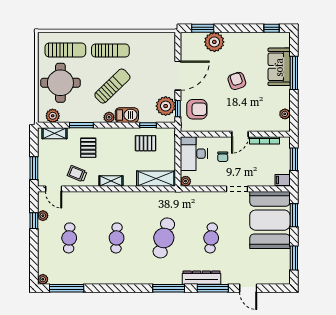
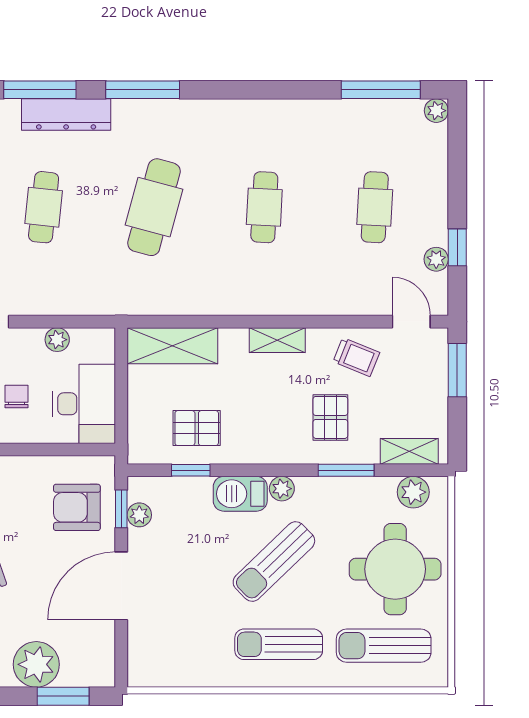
plant: (166, 106) -> (139, 515), width x0.53, depth x0.53
plant: (186, 181) -> (57, 340), moved

